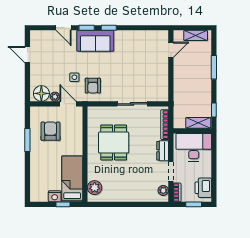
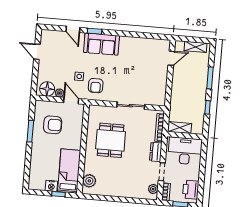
window: (109, 28) -> (115, 33), removed
window: (214, 110) -> (208, 107), moved
shelving: (198, 123) -> (180, 128), moved
armchair: (50, 131) -> (53, 125), turned 90

